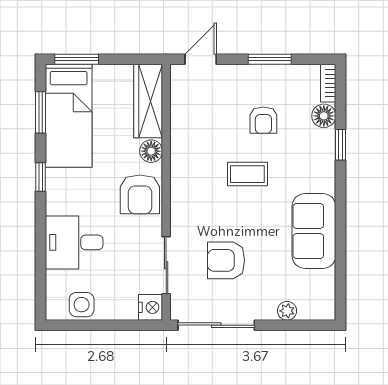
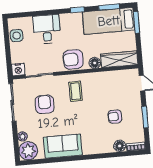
window: (341, 145) -> (106, 155), removed
coffee table: (247, 174) -> (76, 91), moved
plant: (317, 302) -> (28, 151), added

